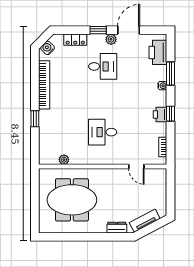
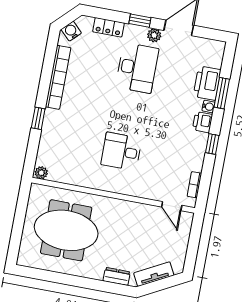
printer: (158, 52) -> (207, 83), moved
desk: (103, 66) -> (137, 68), width x1.37
printer: (160, 114) -> (203, 122), moved
plant: (64, 160) -> (41, 173), moved
door: (136, 167) -> (172, 206), moved

